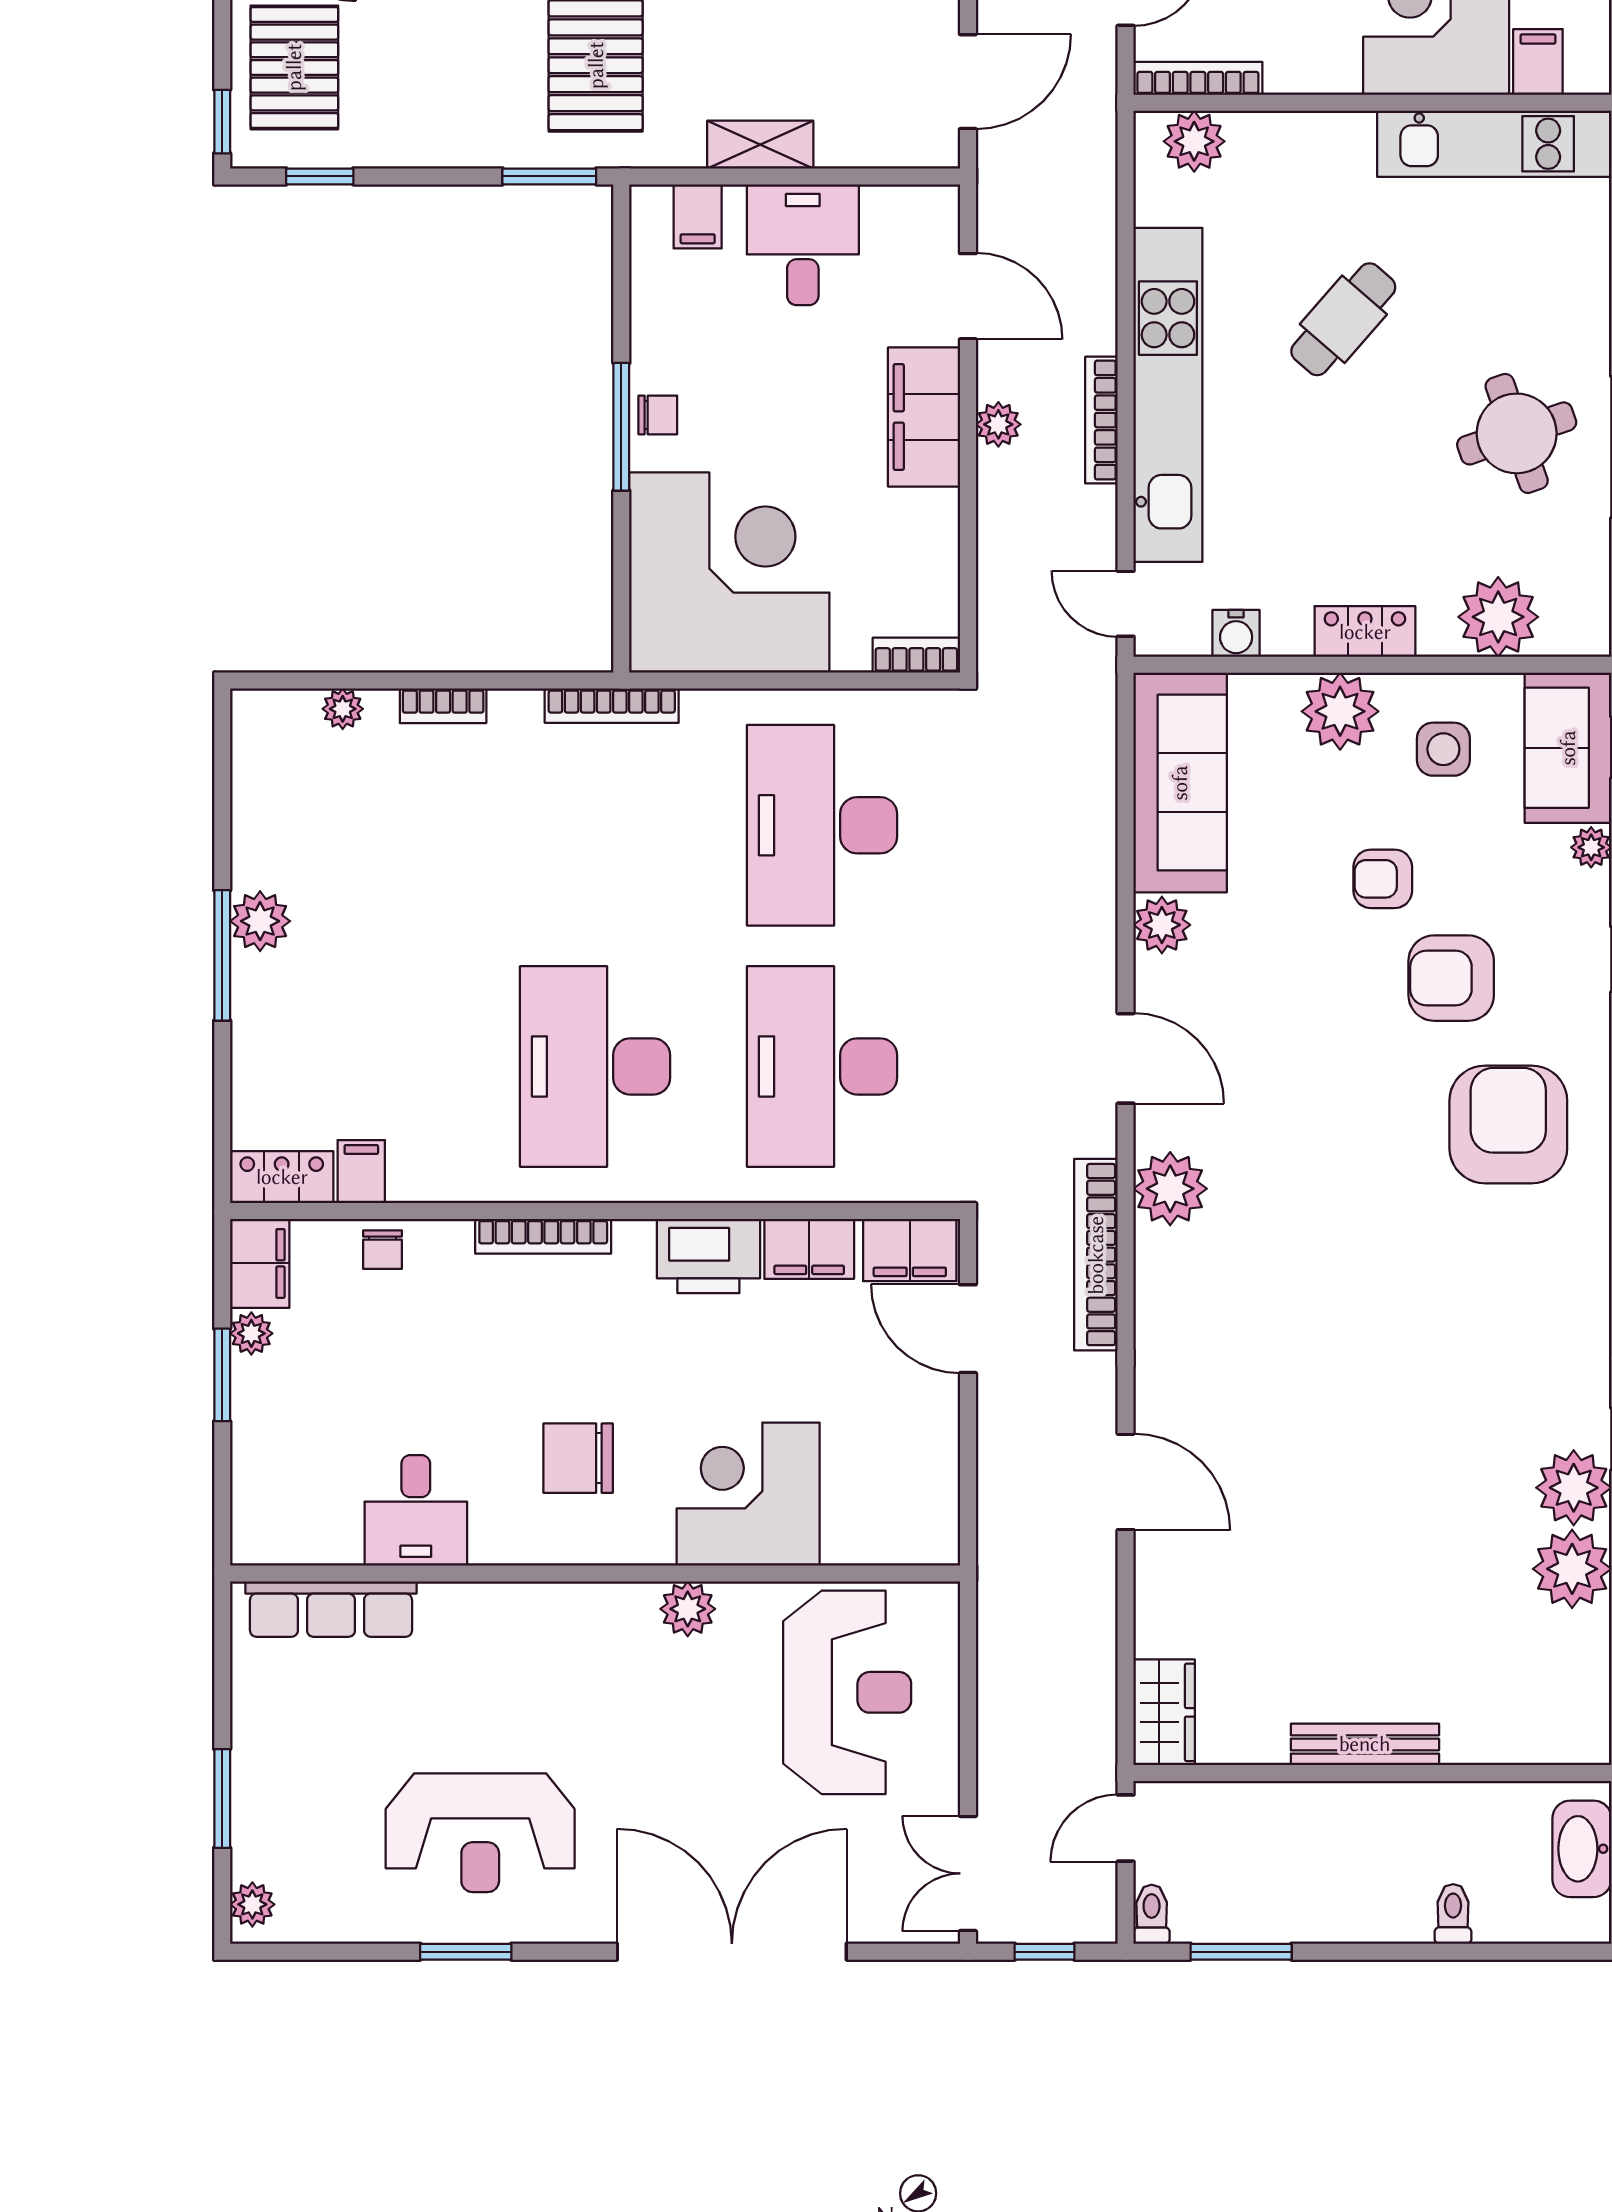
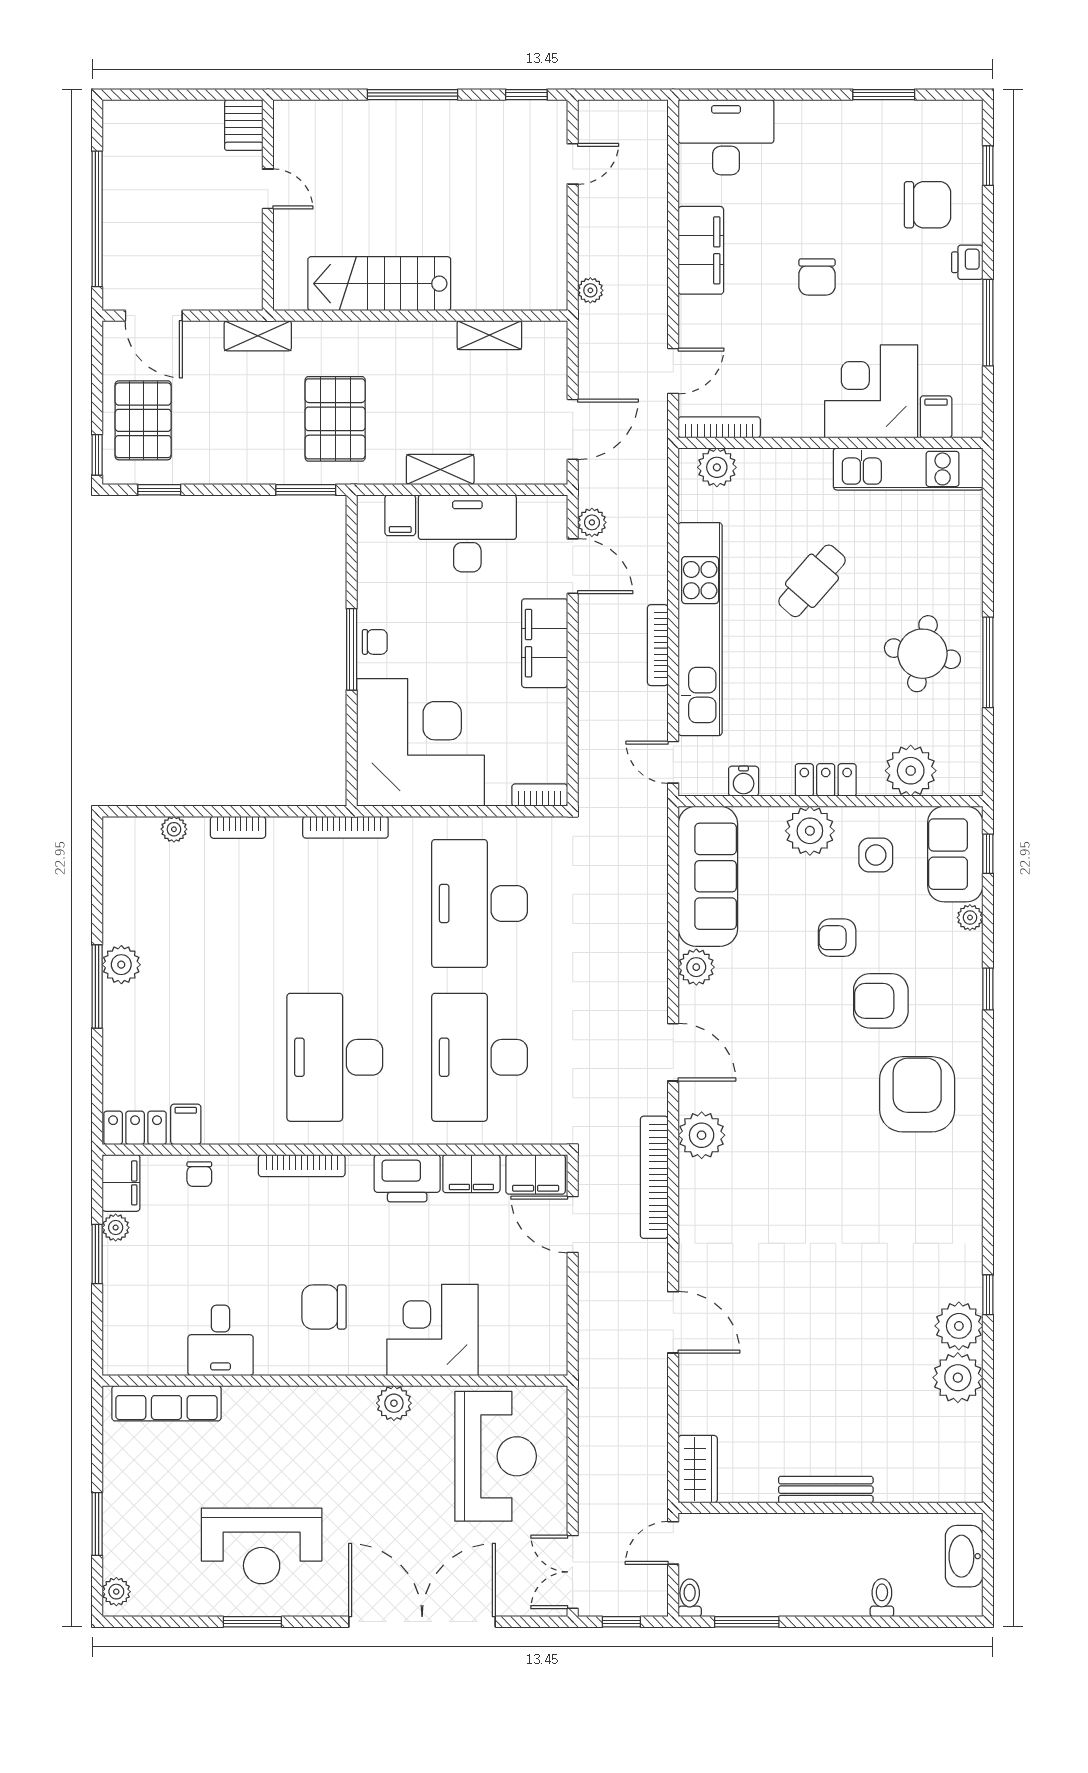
desk: (803, 245) -> (467, 533), width x1.37
plant: (998, 424) -> (592, 522), moved
round table: (1517, 433) -> (922, 654), turned 30

